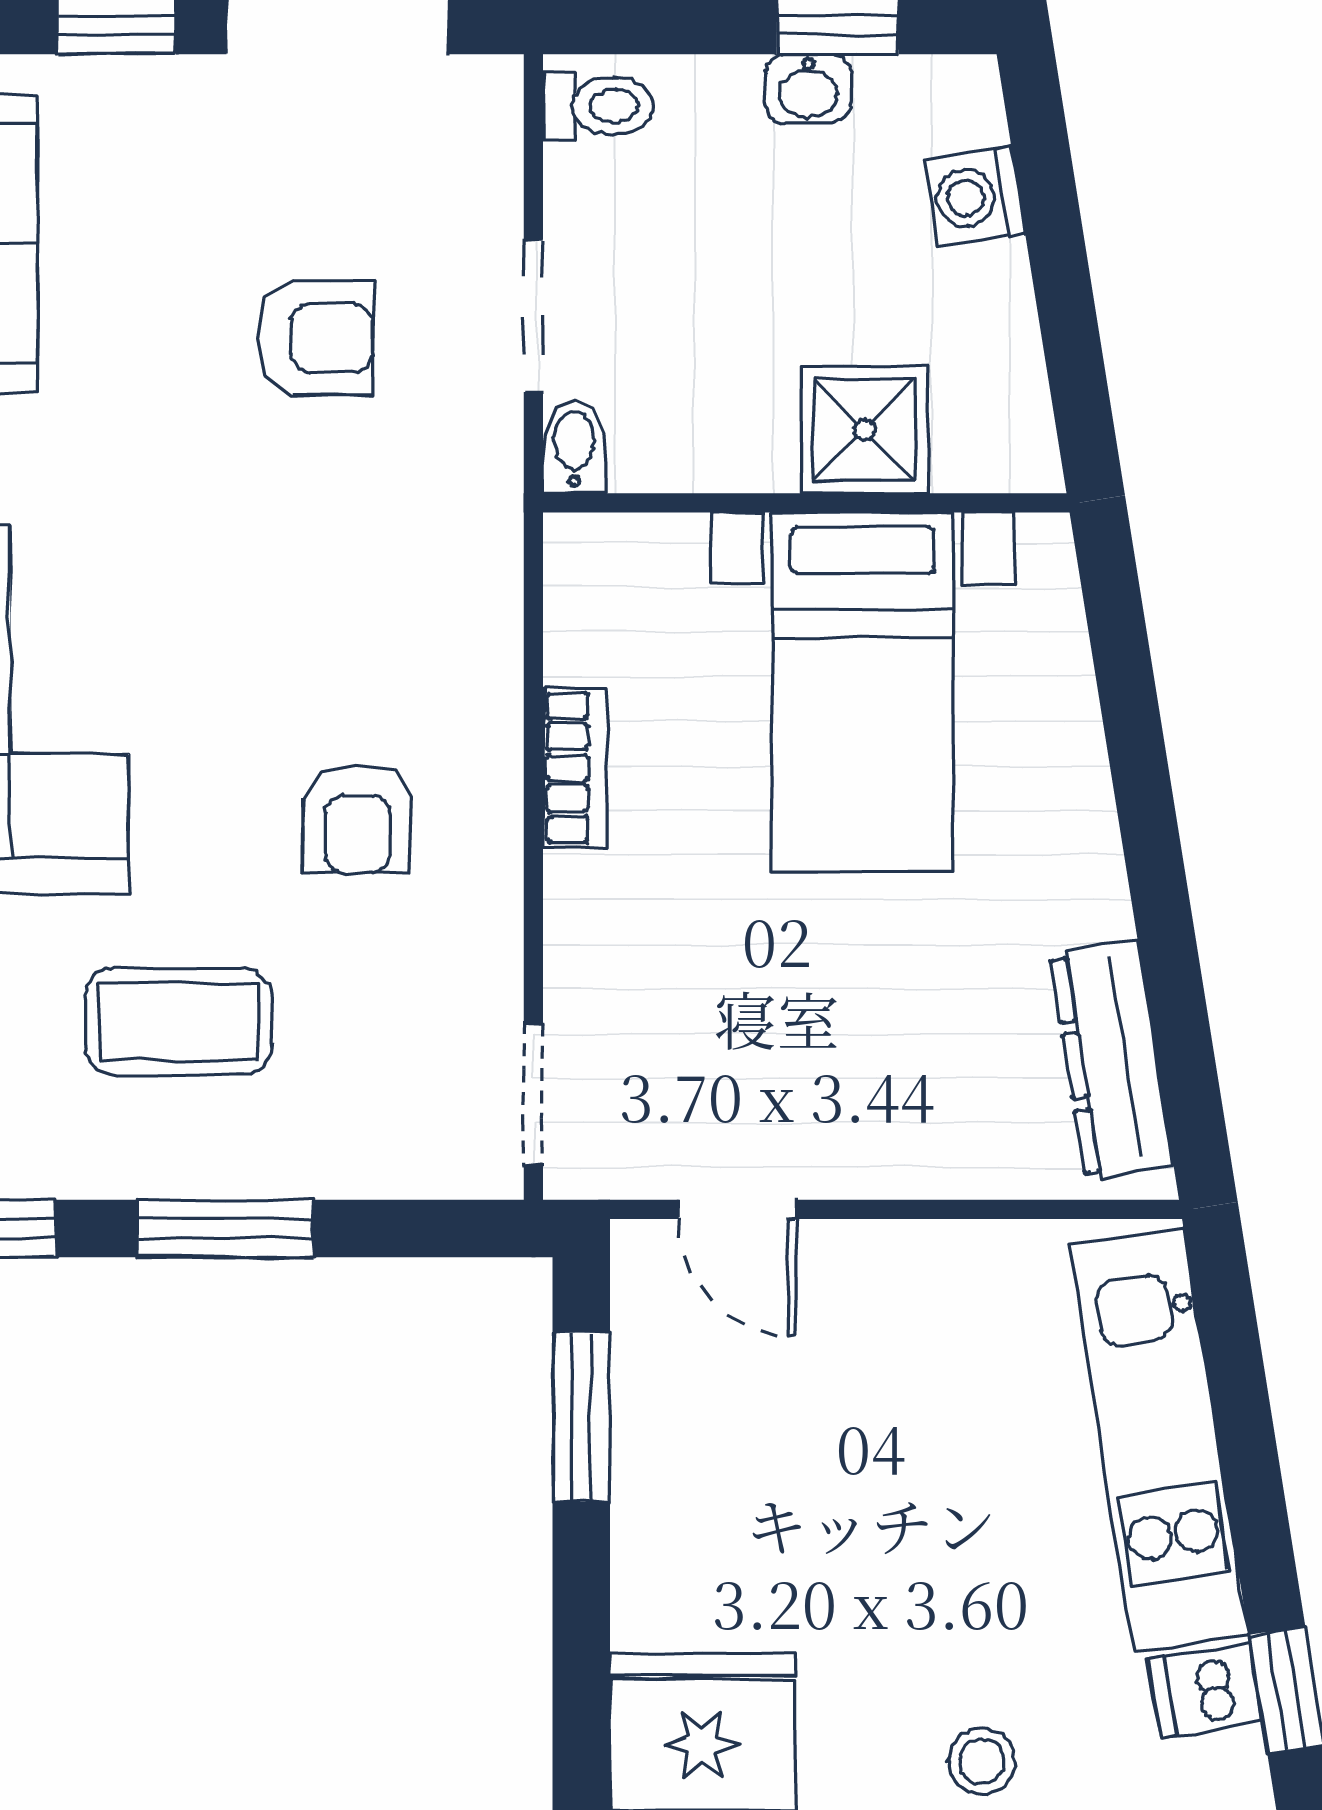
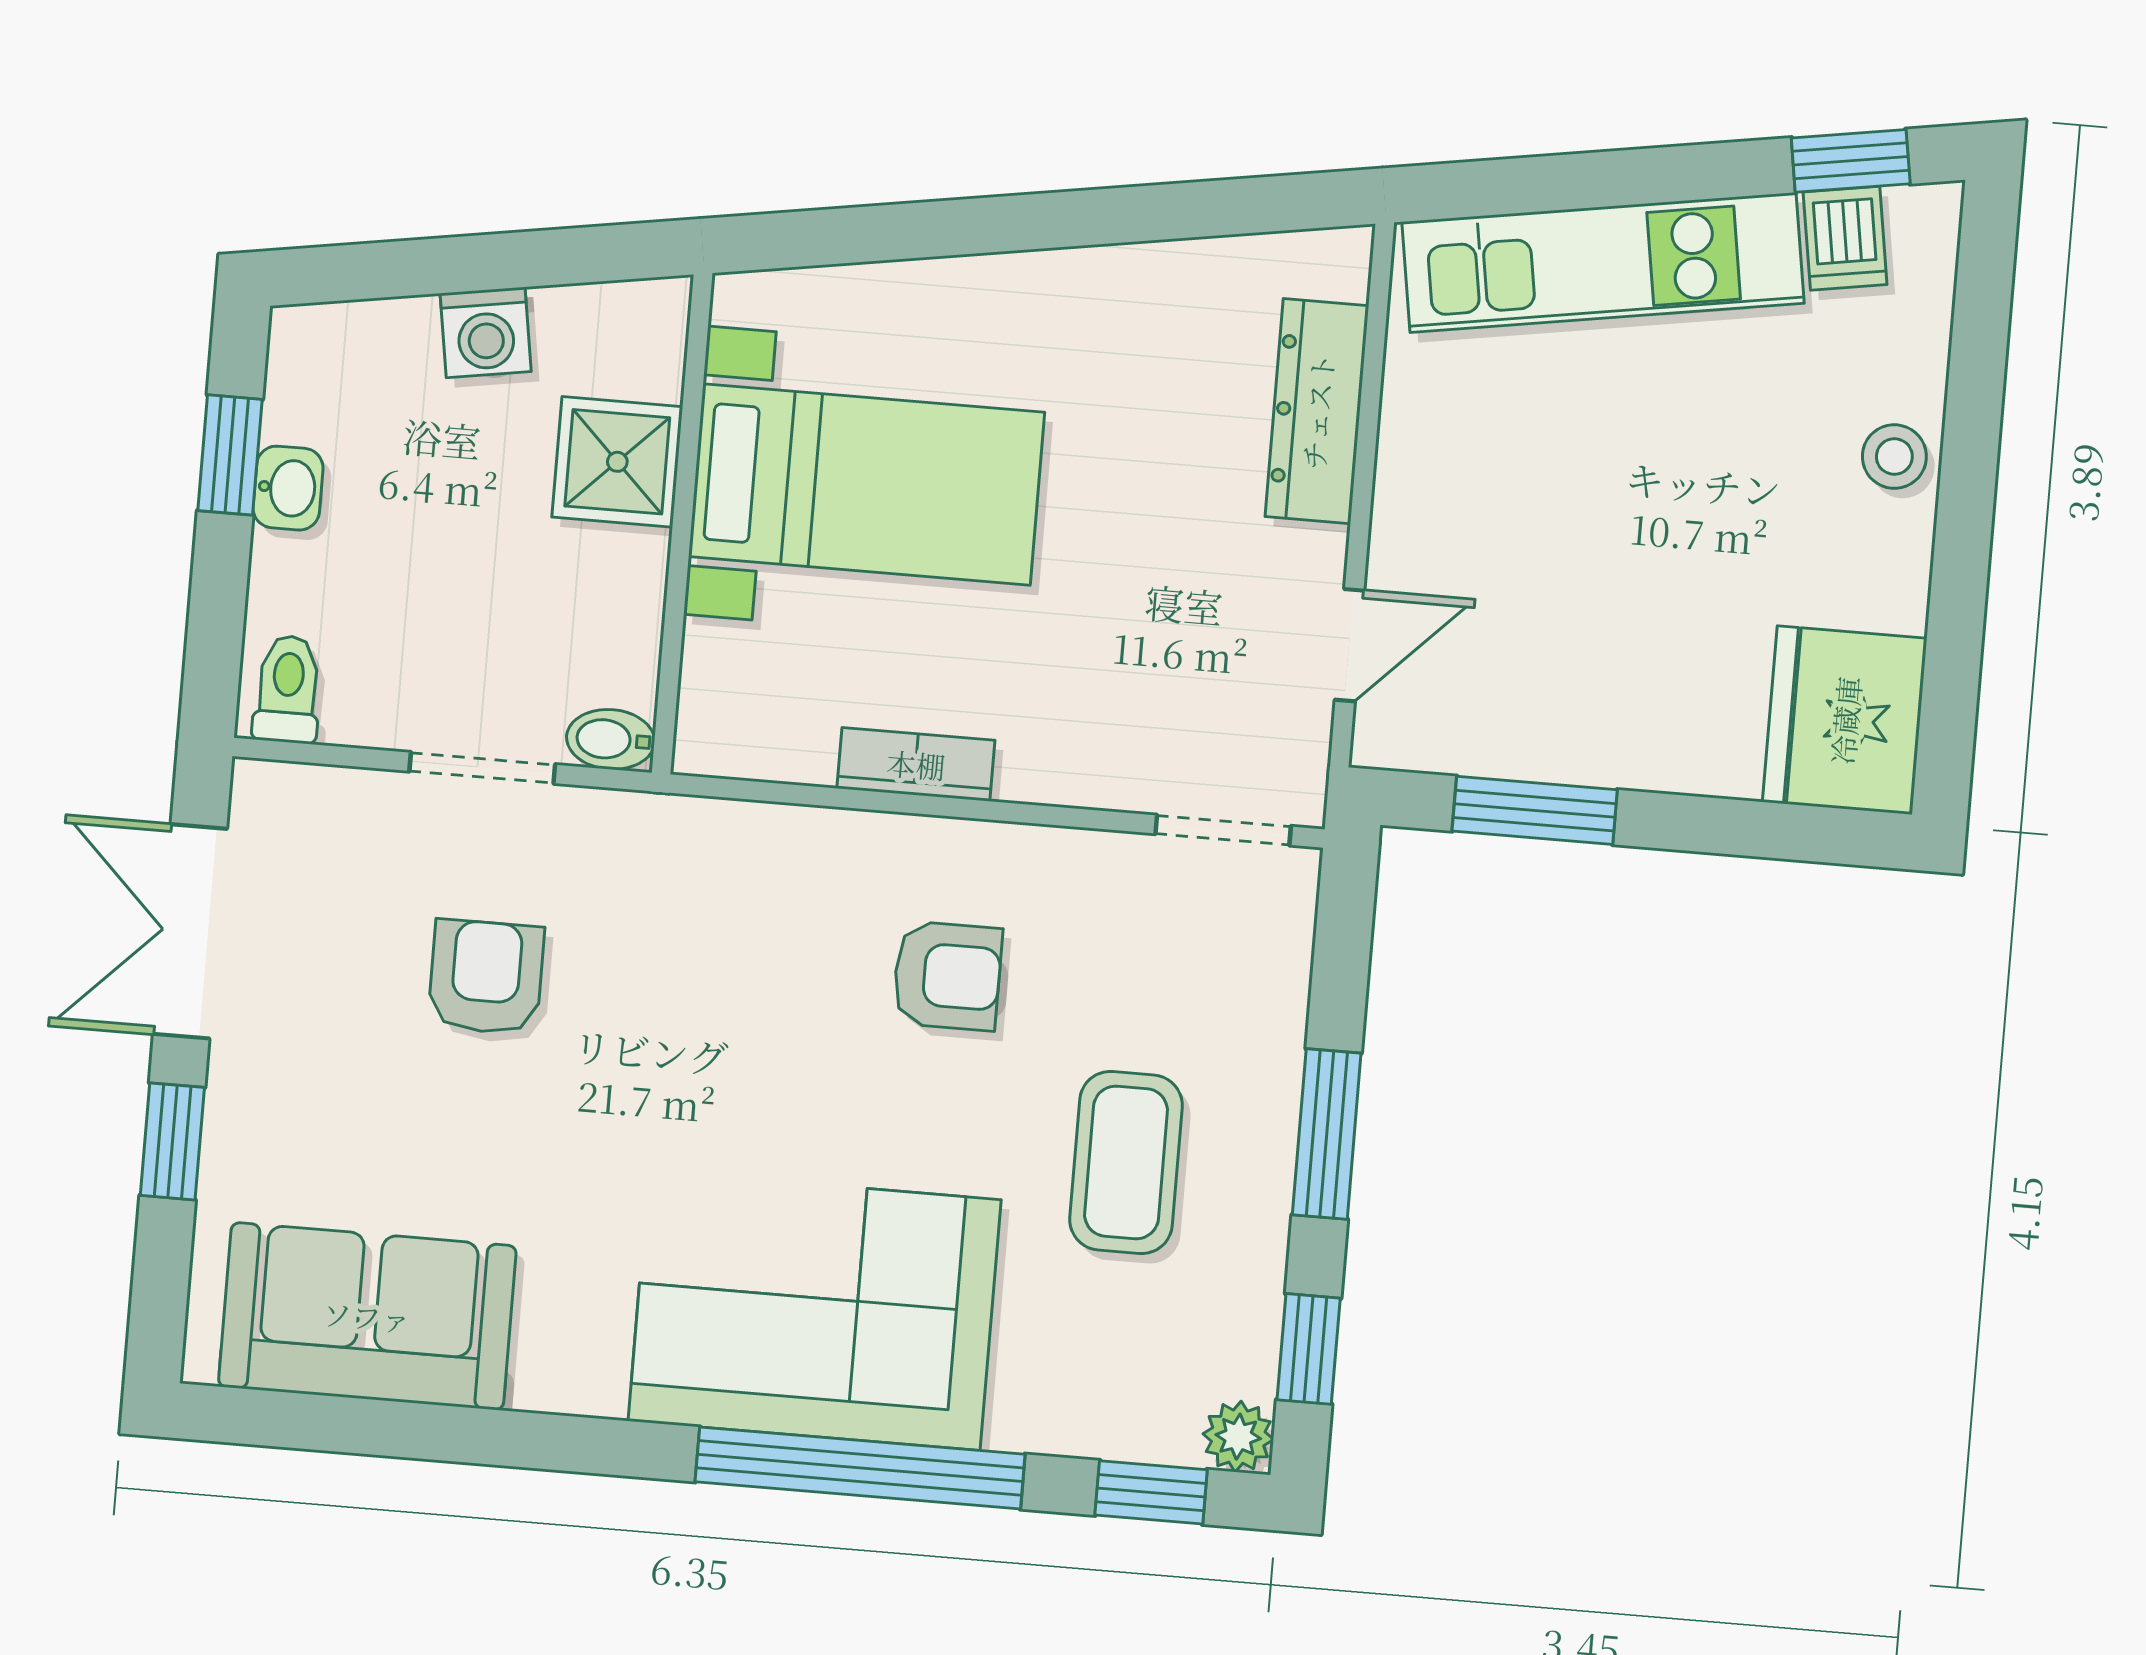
washing machine: (974, 197) -> (486, 332), moved
dresser: (1112, 1060) -> (1317, 411), moved, turned 99

